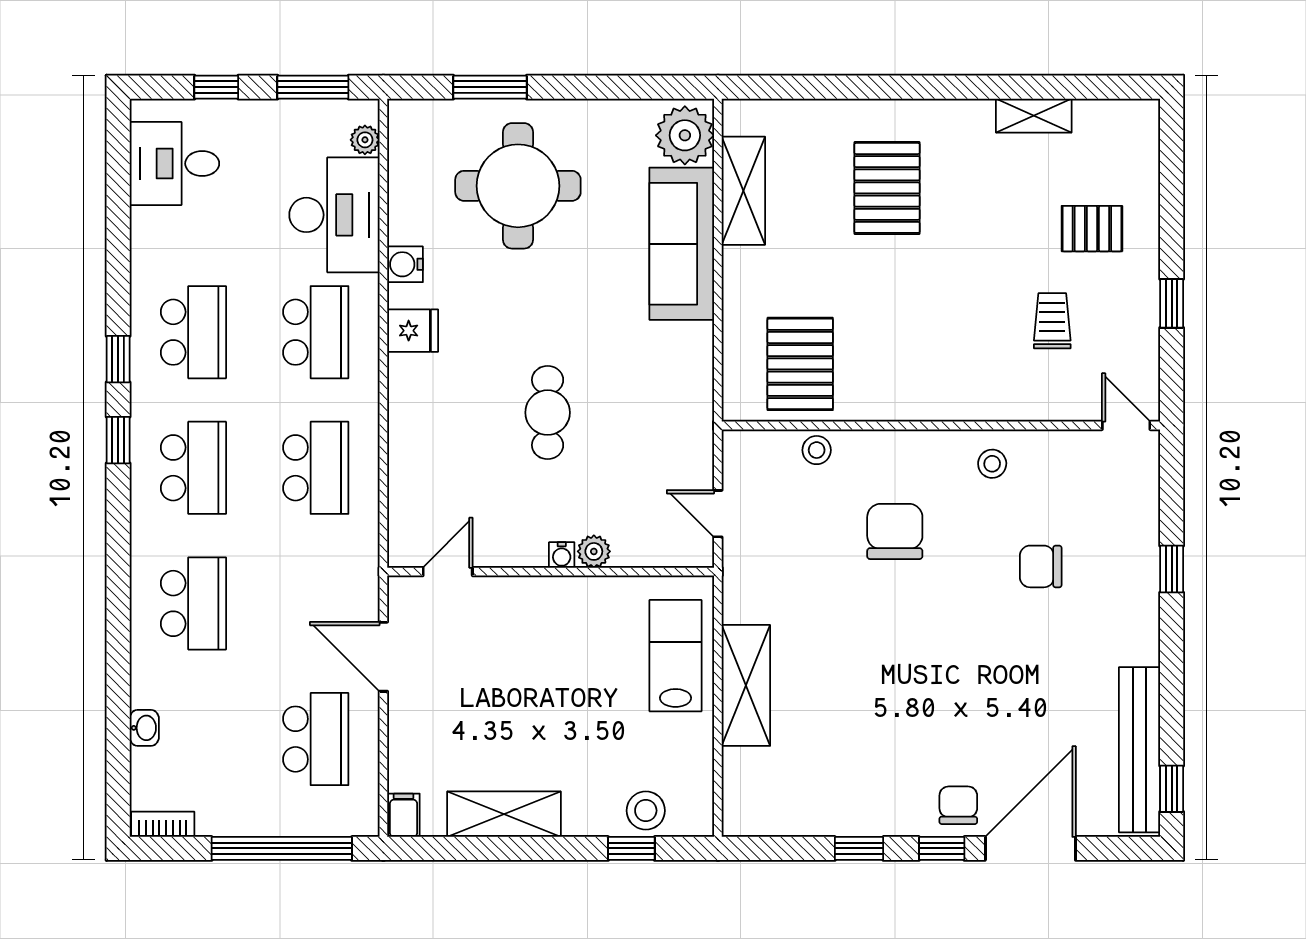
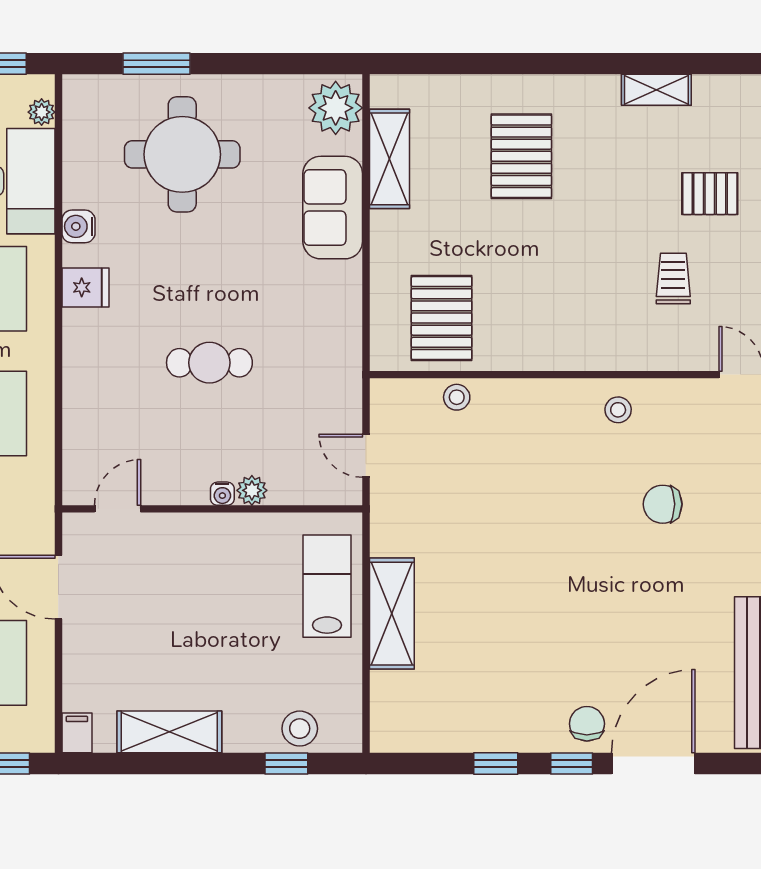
sofa: (682, 244) -> (333, 208), width x0.73
cafe table: (548, 413) -> (209, 363), turned 90
chair: (895, 531) -> (529, 472), removed

